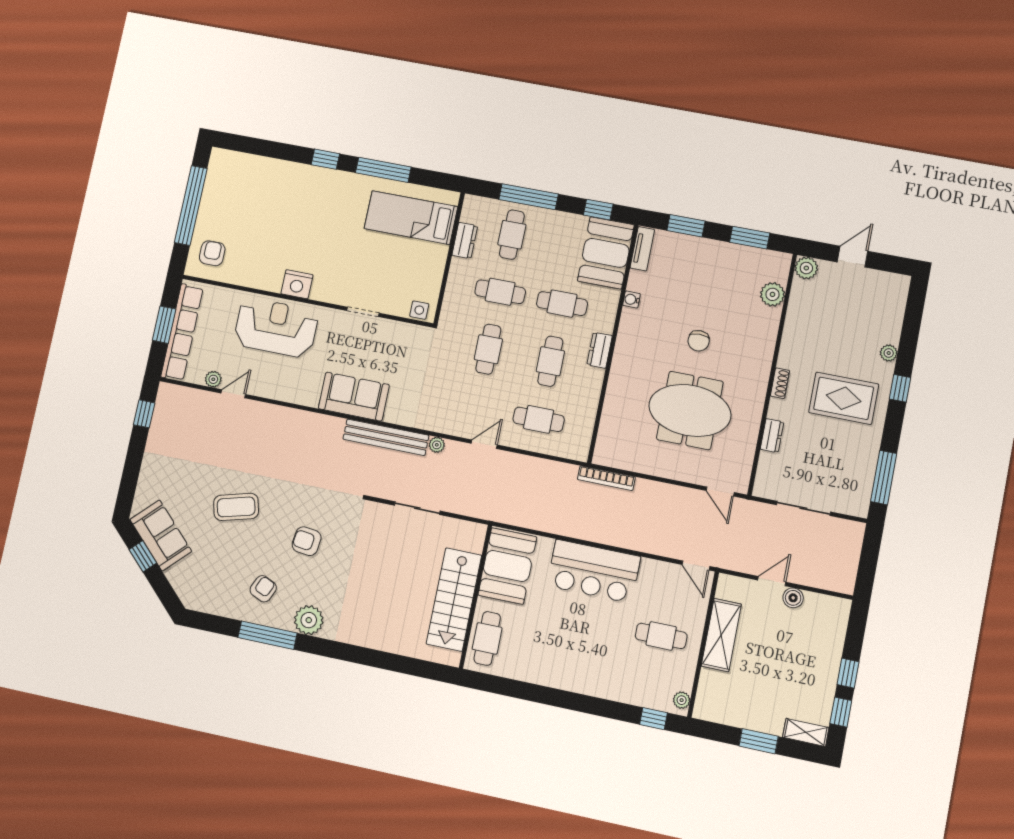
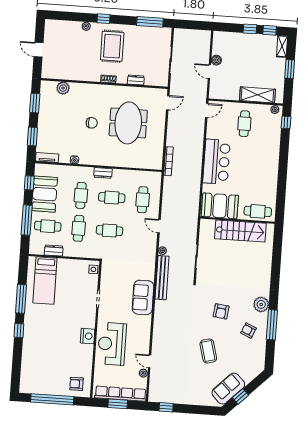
booth: (606, 253) -> (45, 194), moved, turned 90
plant: (806, 268) -> (47, 72), removed
shelving: (721, 635) -> (257, 95), moved

